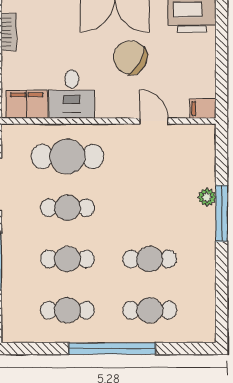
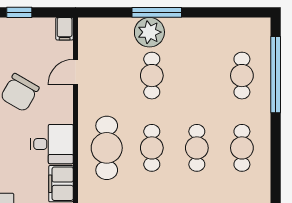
window: (222, 57) -> (19, 12), added
plant: (207, 197) -> (149, 32), width x1.88, depth x1.88
cafe table: (150, 259) -> (152, 76), moved
window: (112, 349) -> (276, 75), moved

